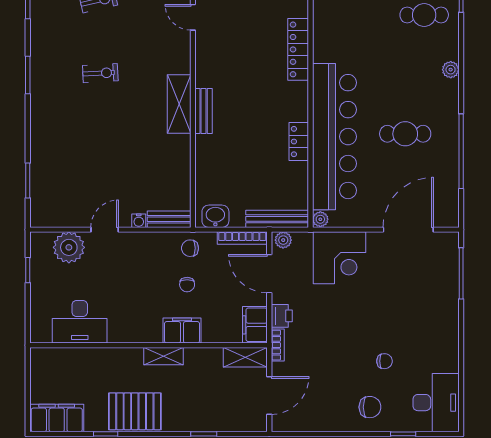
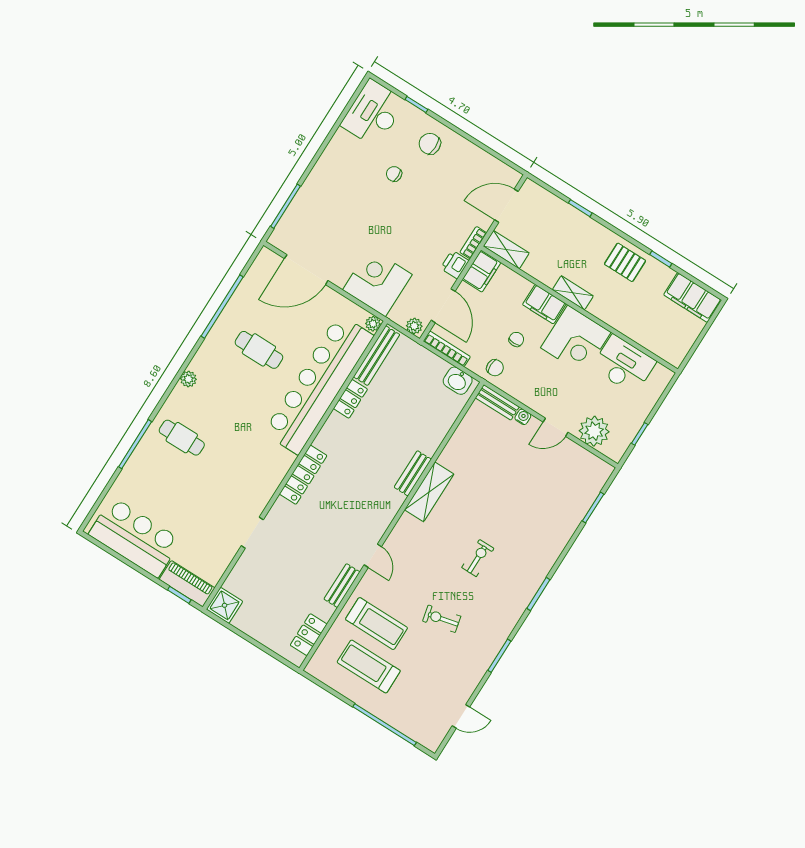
exercise bike: (100, 73) -> (478, 558), turned 93
bench: (277, 219) -> (377, 356), moved, turned 90
corner desk: (135, 317) -> (576, 340), added
pallet: (135, 411) -> (625, 262), width x0.67, depth x0.71

